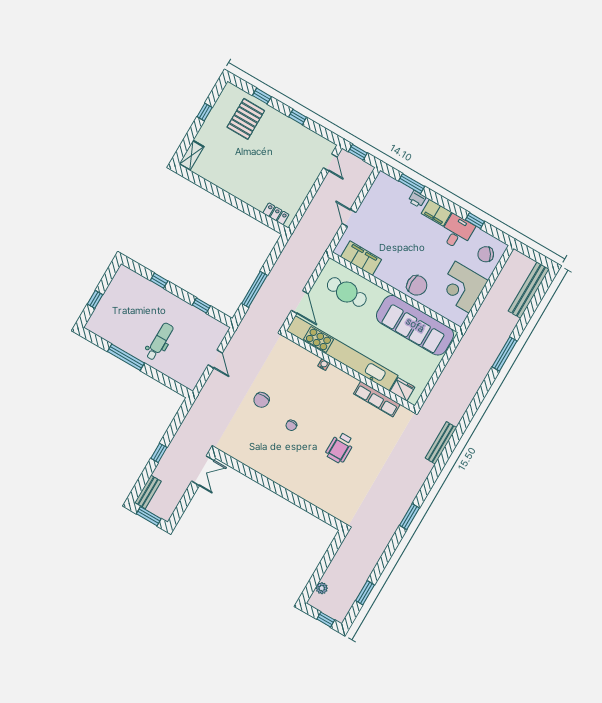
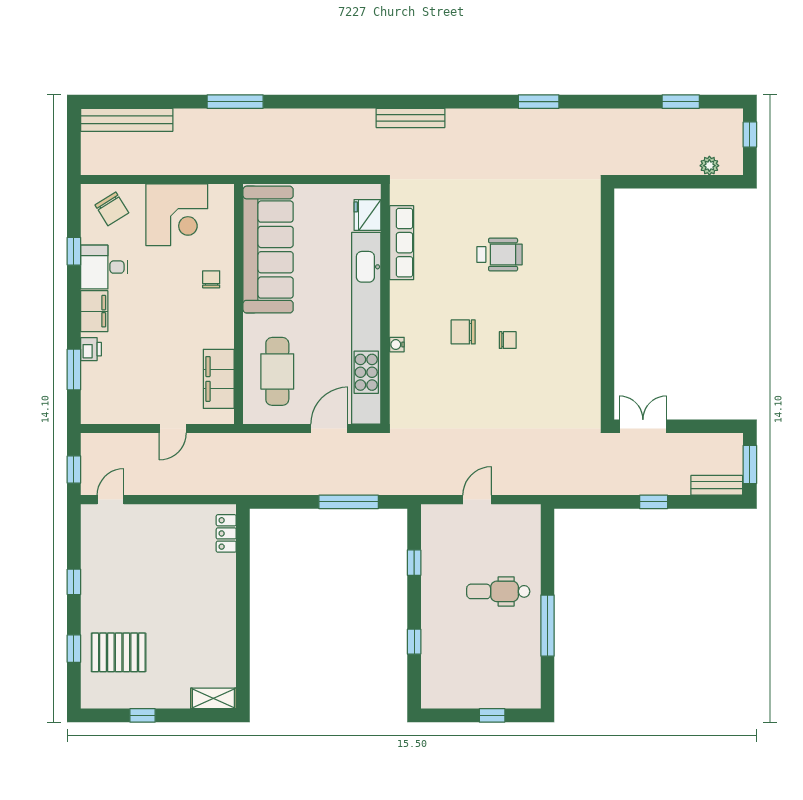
chair: (417, 285) -> (211, 279), width x0.54, depth x0.54
chair: (261, 400) -> (463, 332), moved, turned 180

